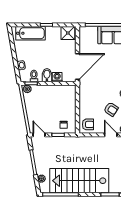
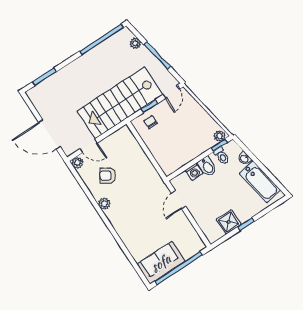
bathtub: (31, 33) -> (260, 182), moved, turned -100
shower: (68, 33) -> (229, 222), moved
door: (77, 66) -> (179, 200), width x0.53
armchair: (88, 124) -> (123, 141), removed
door: (39, 135) -> (171, 92), hinge flipped
stairs: (79, 181) -> (120, 103), moved, turned 180

